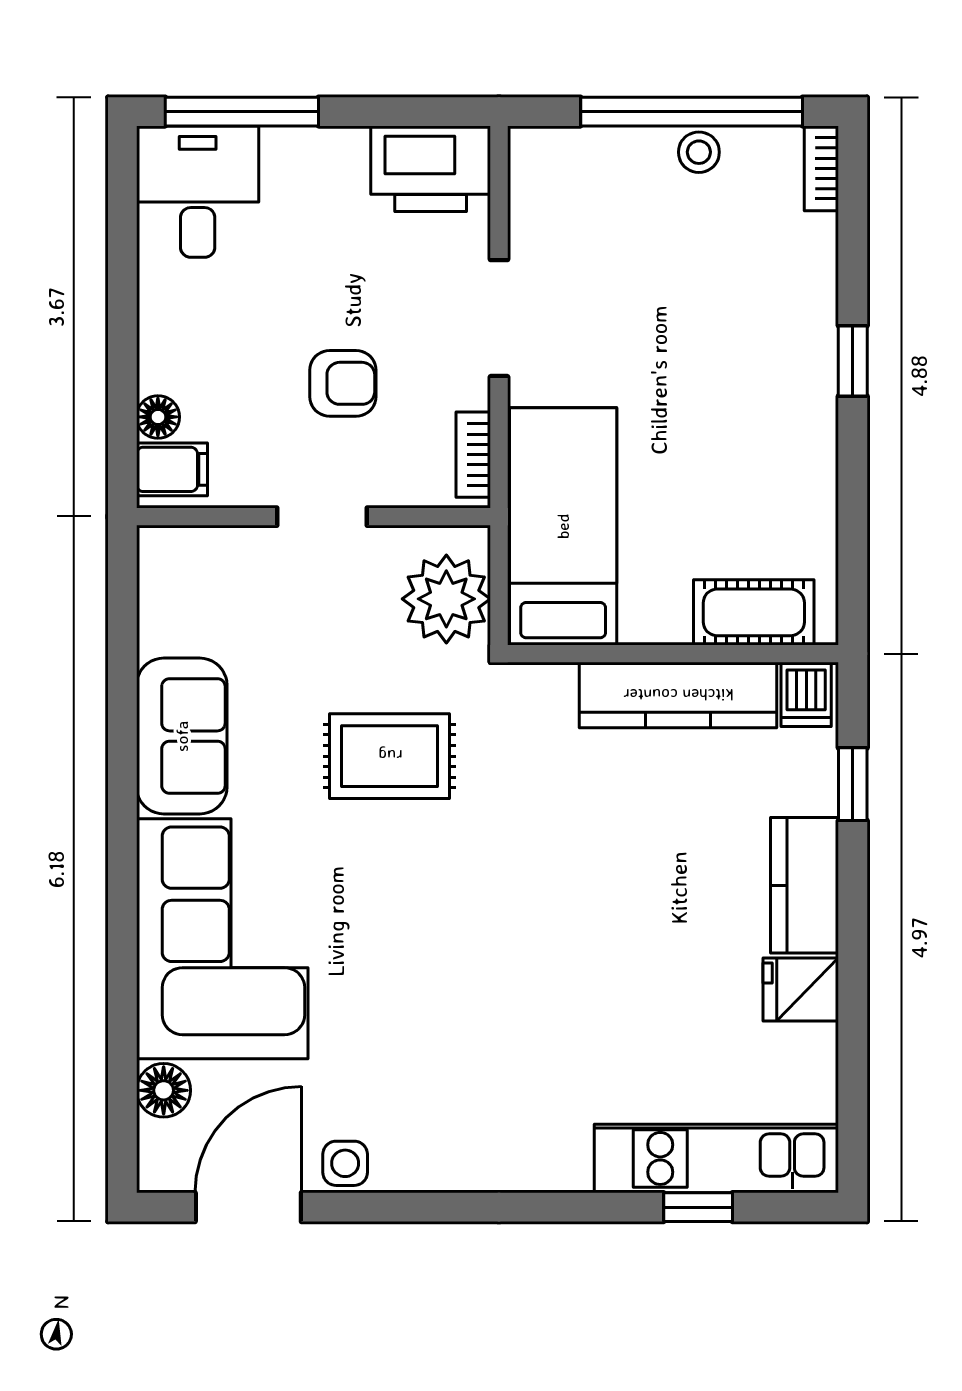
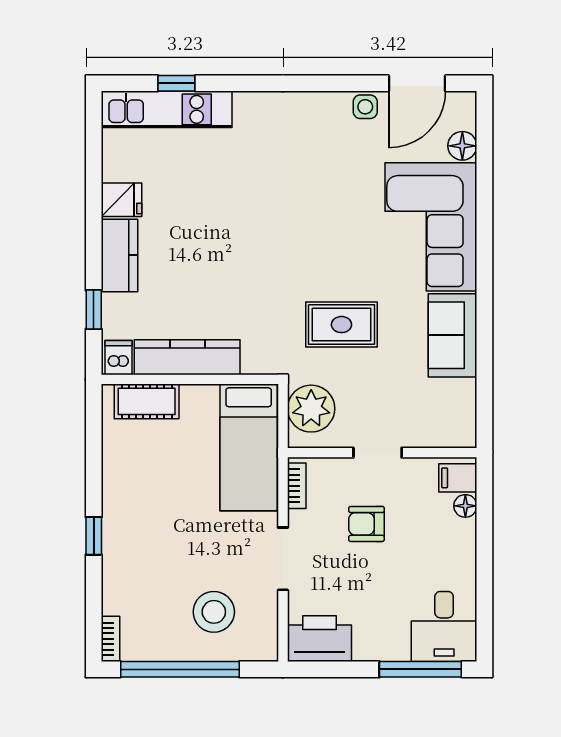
stool: (699, 152) -> (214, 612), moved, width x1.89, depth x1.89

